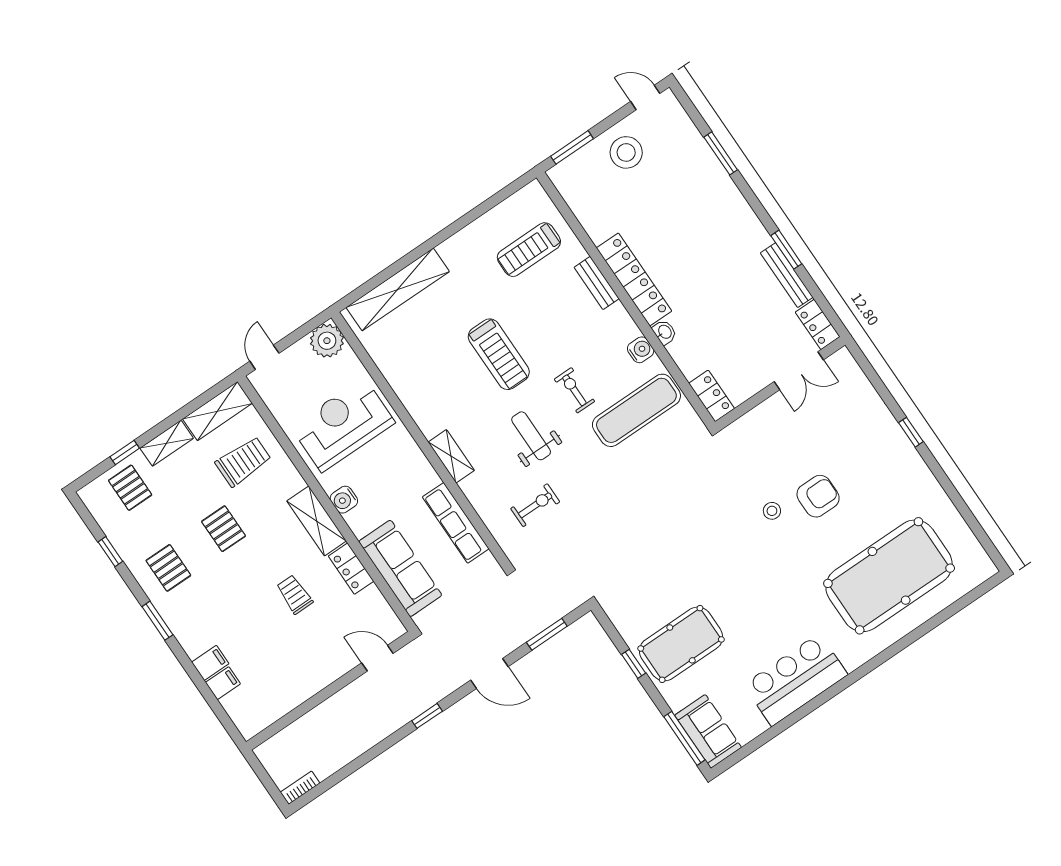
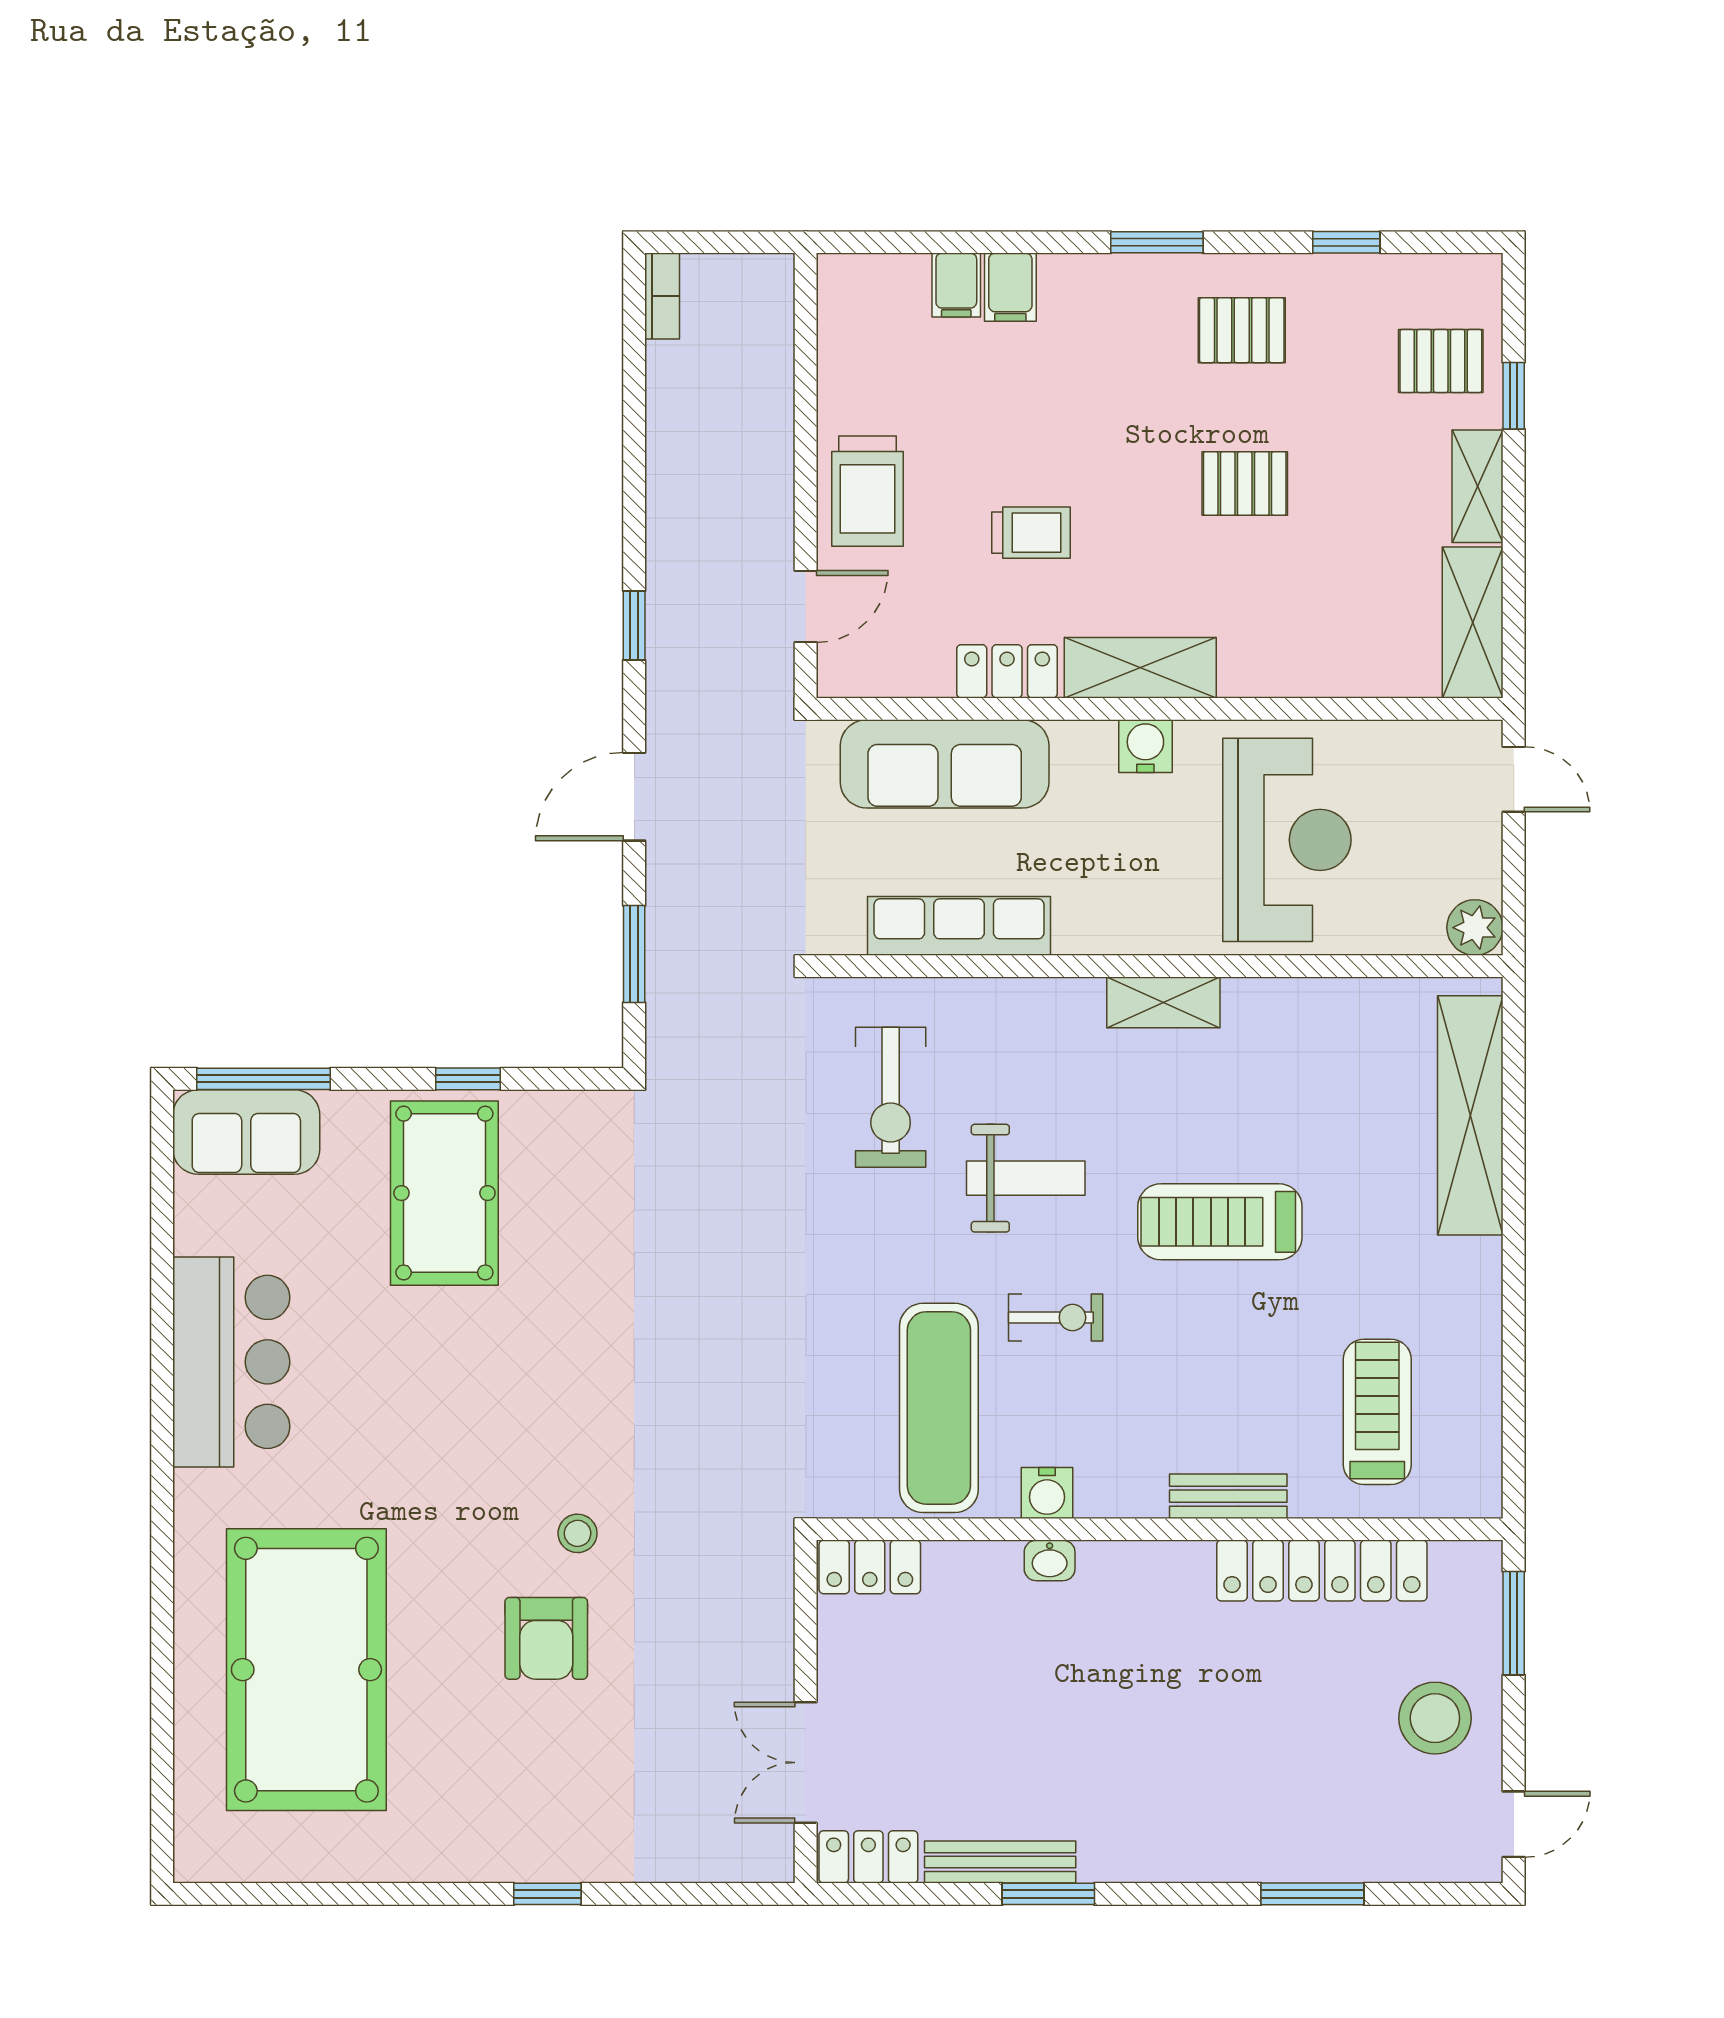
locker: (634, 280) -> (1322, 1571), moved
plant: (327, 341) -> (1475, 928), width x0.73, depth x0.73
shelving: (451, 456) -> (1163, 1002), moved
trolley: (243, 461) -> (867, 491), moved
exercise bike: (535, 505) -> (891, 1097), width x1.38, depth x1.39

